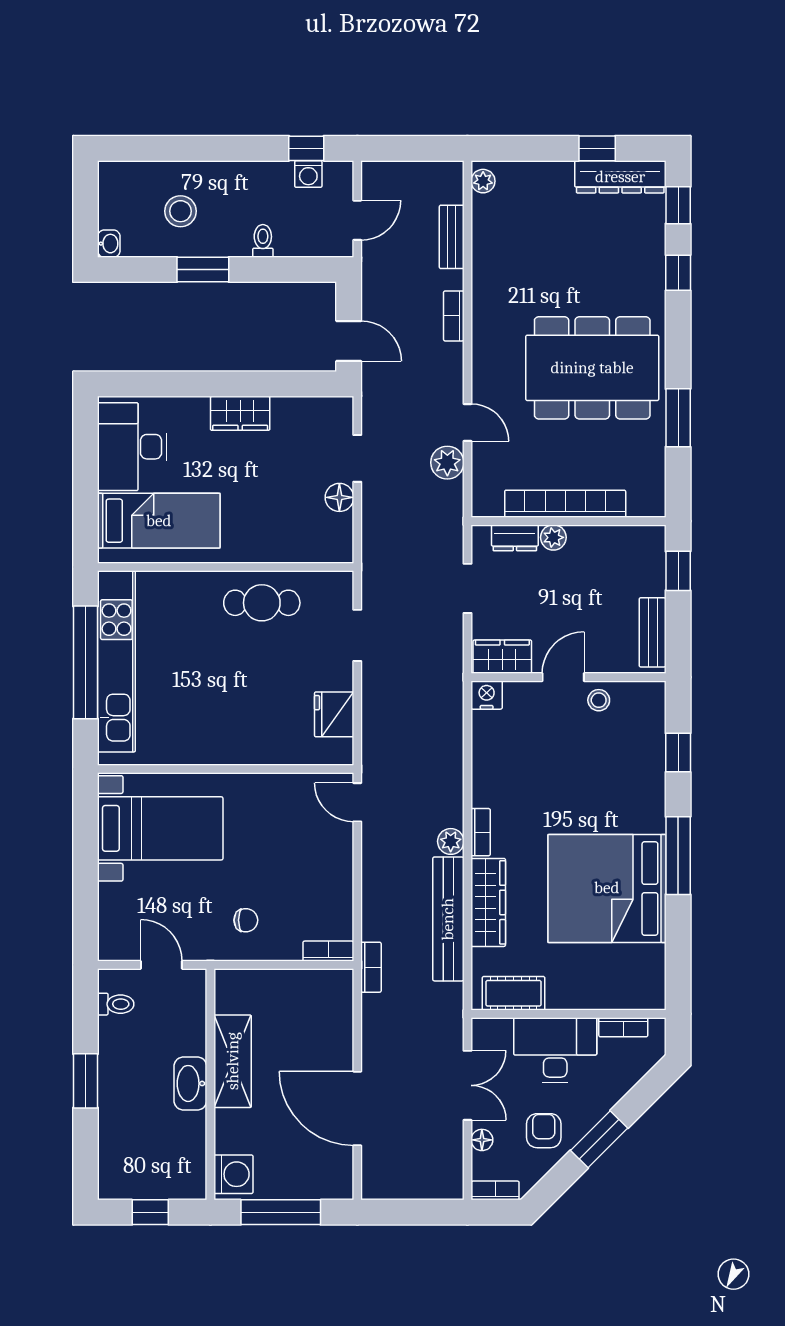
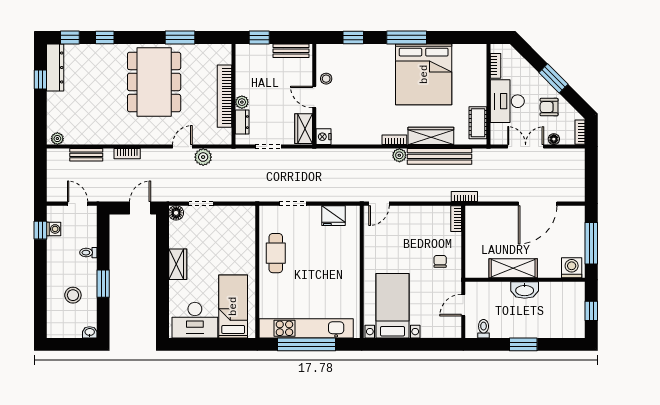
floor lamp: (339, 497) -> (176, 213), moved

